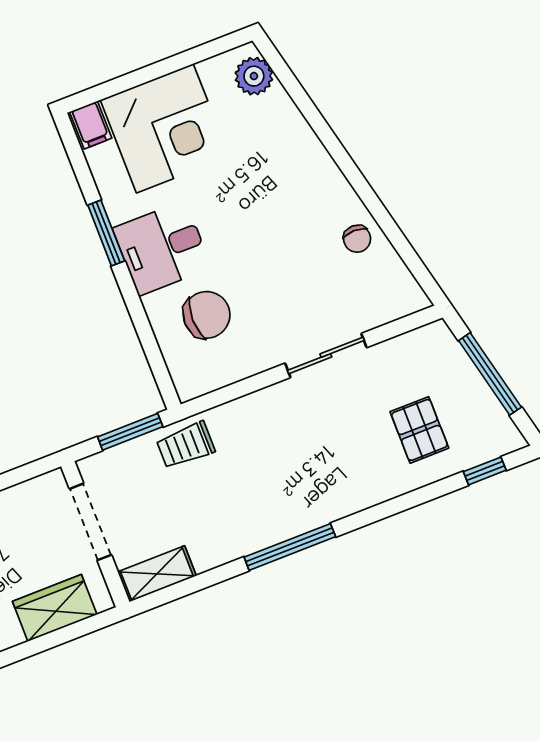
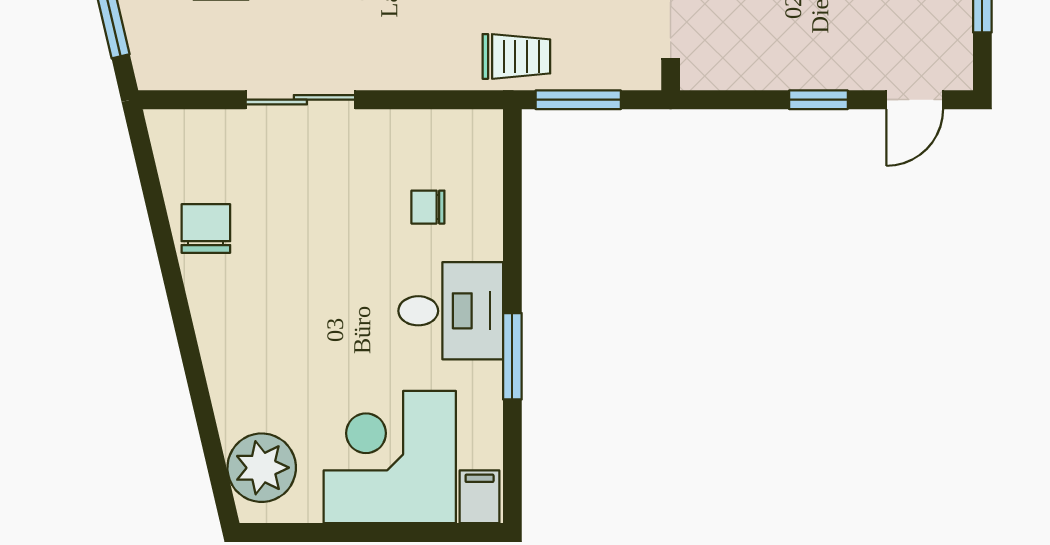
plant: (254, 76) -> (262, 468), width x1.36, depth x1.36
chair: (357, 239) -> (206, 229), width x1.37, depth x1.37
chair: (207, 315) -> (428, 207), width x0.54, depth x0.54

